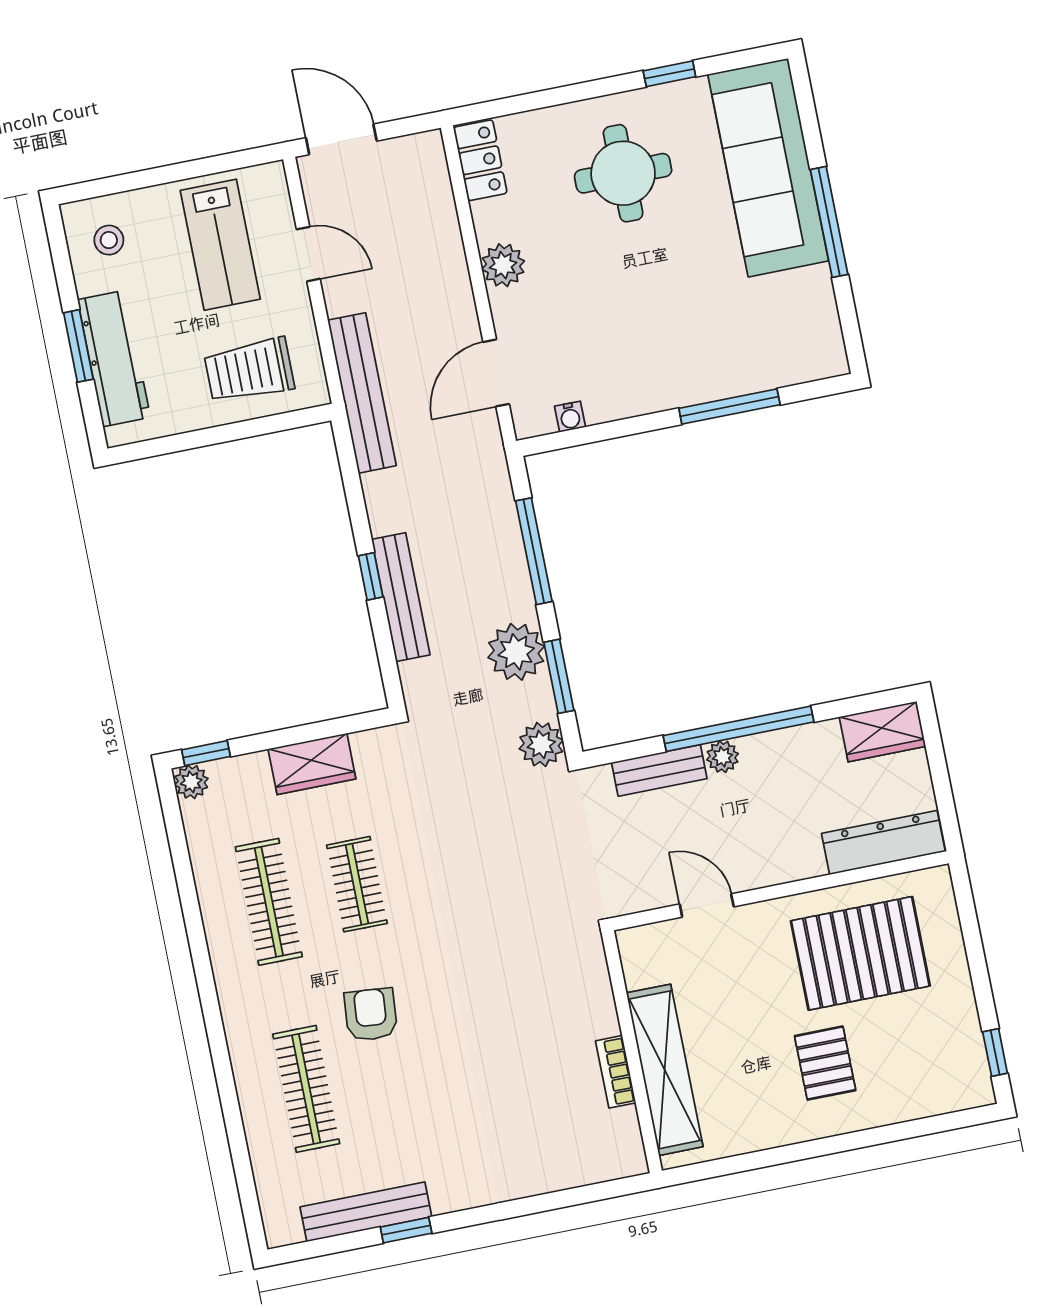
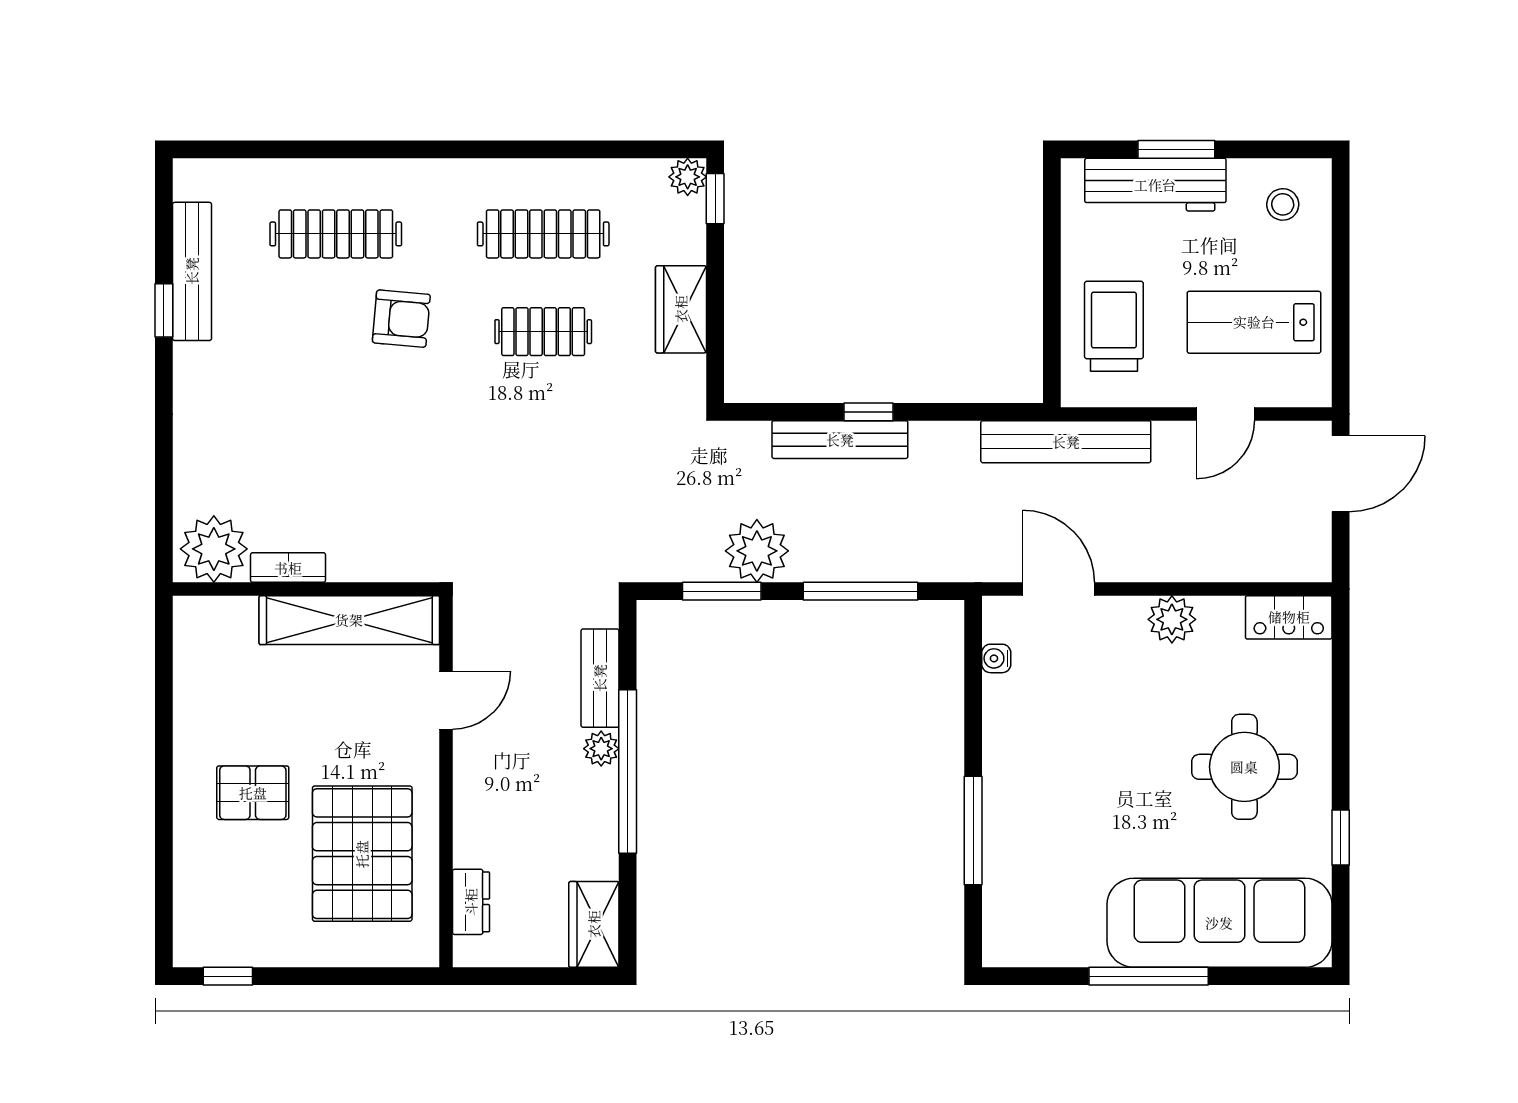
plant: (541, 744) -> (214, 549), moved, width x1.36, depth x1.36
dresser: (883, 843) -> (471, 902), width x0.51, depth x0.80
shelving: (665, 1070) -> (349, 620), moved

